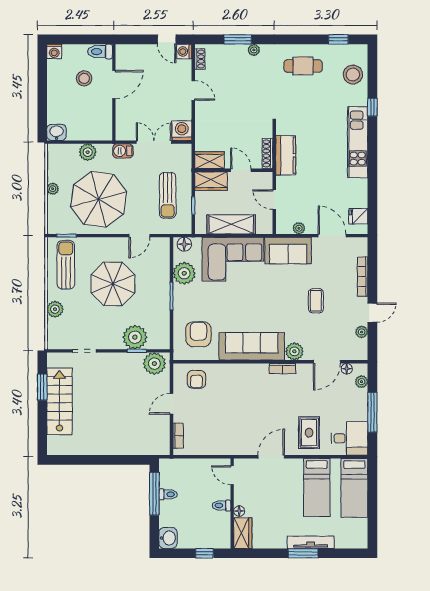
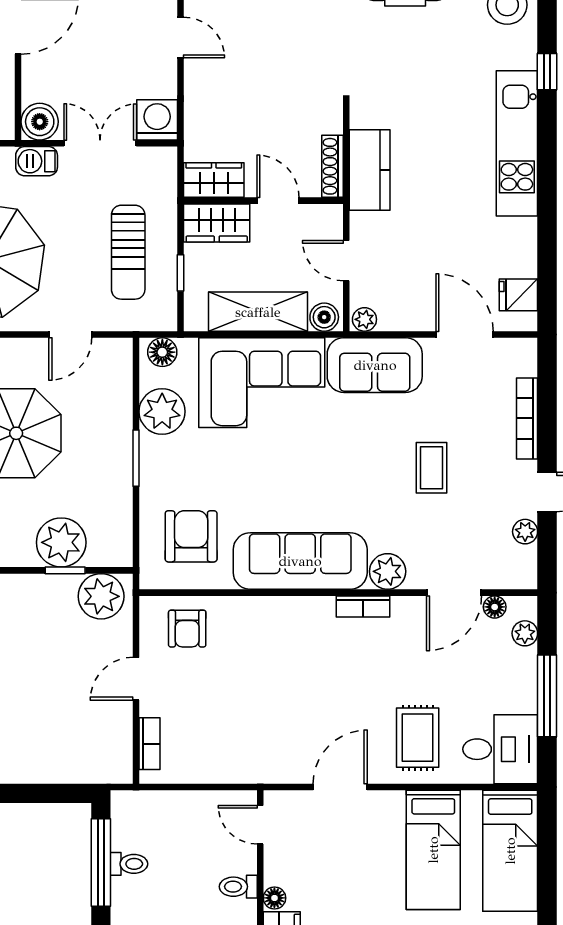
boiler: (124, 132) -> (40, 122), added
boiler: (263, 227) -> (324, 317), added
plant: (299, 228) -> (364, 319), moved

